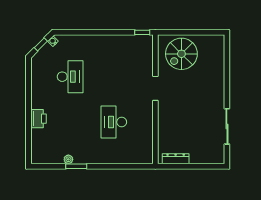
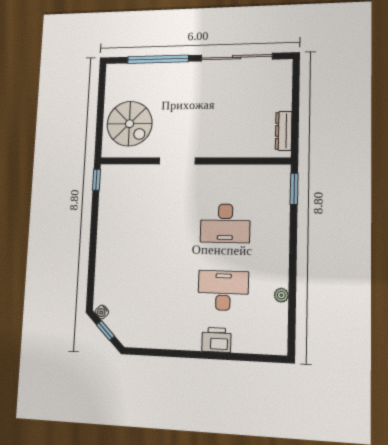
window: (227, 72) -> (158, 59), added
desk: (70, 77) -> (223, 290), moved
sliding door: (227, 126) -> (237, 57), width x1.36
window: (76, 166) -> (294, 189), moved

